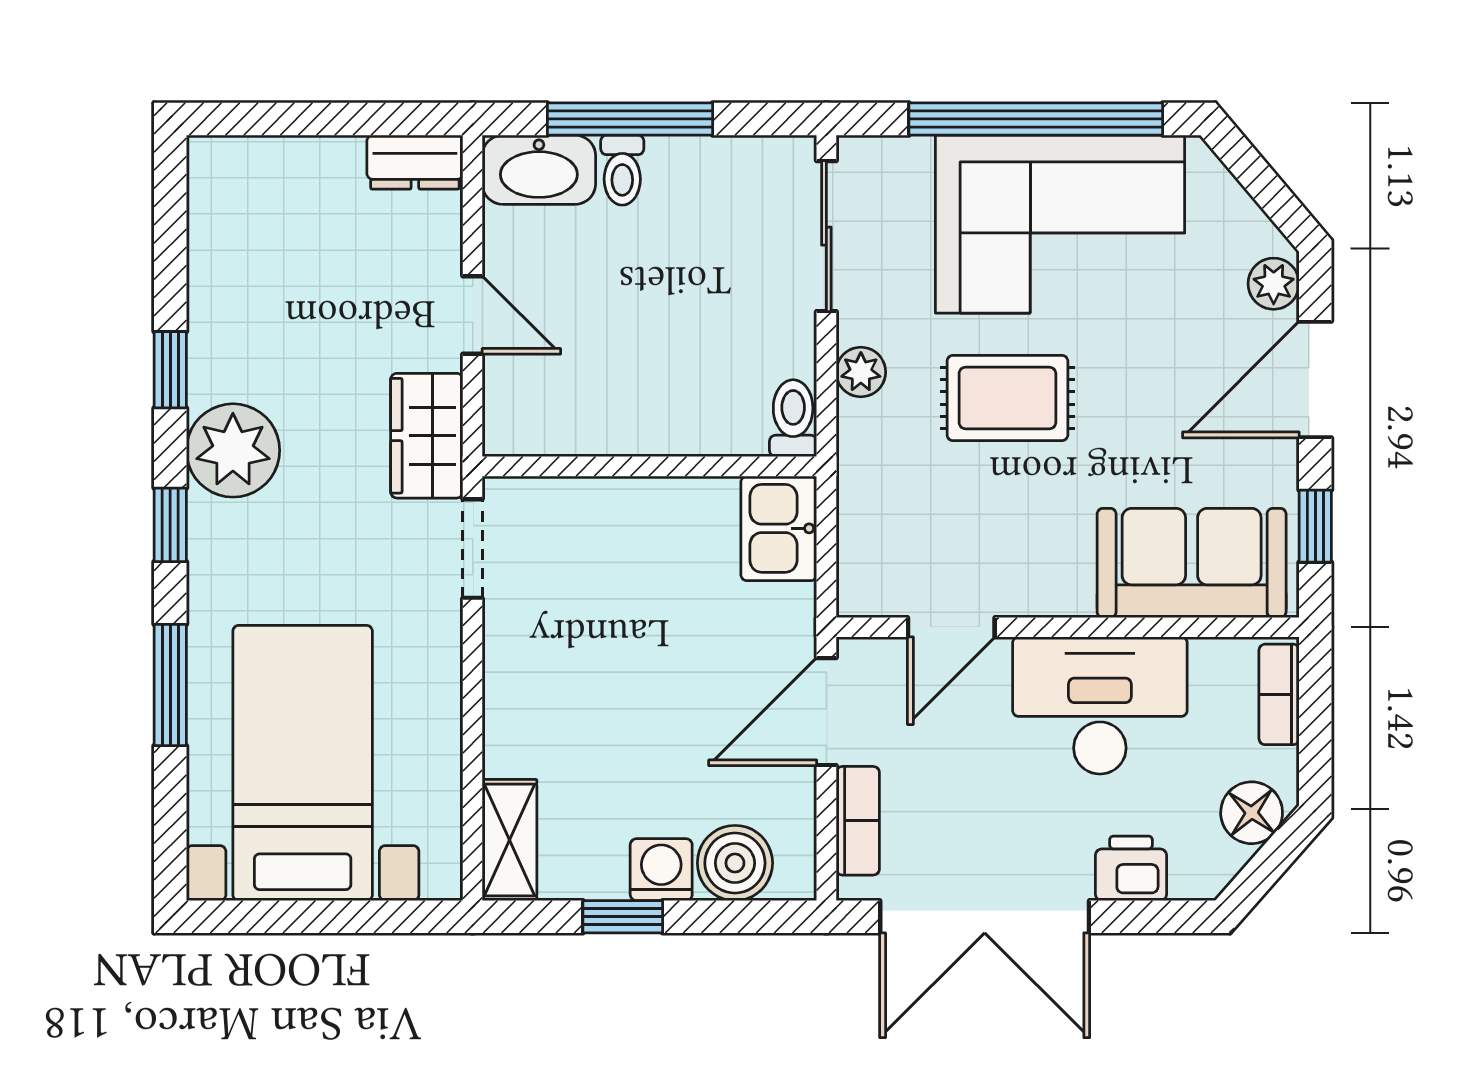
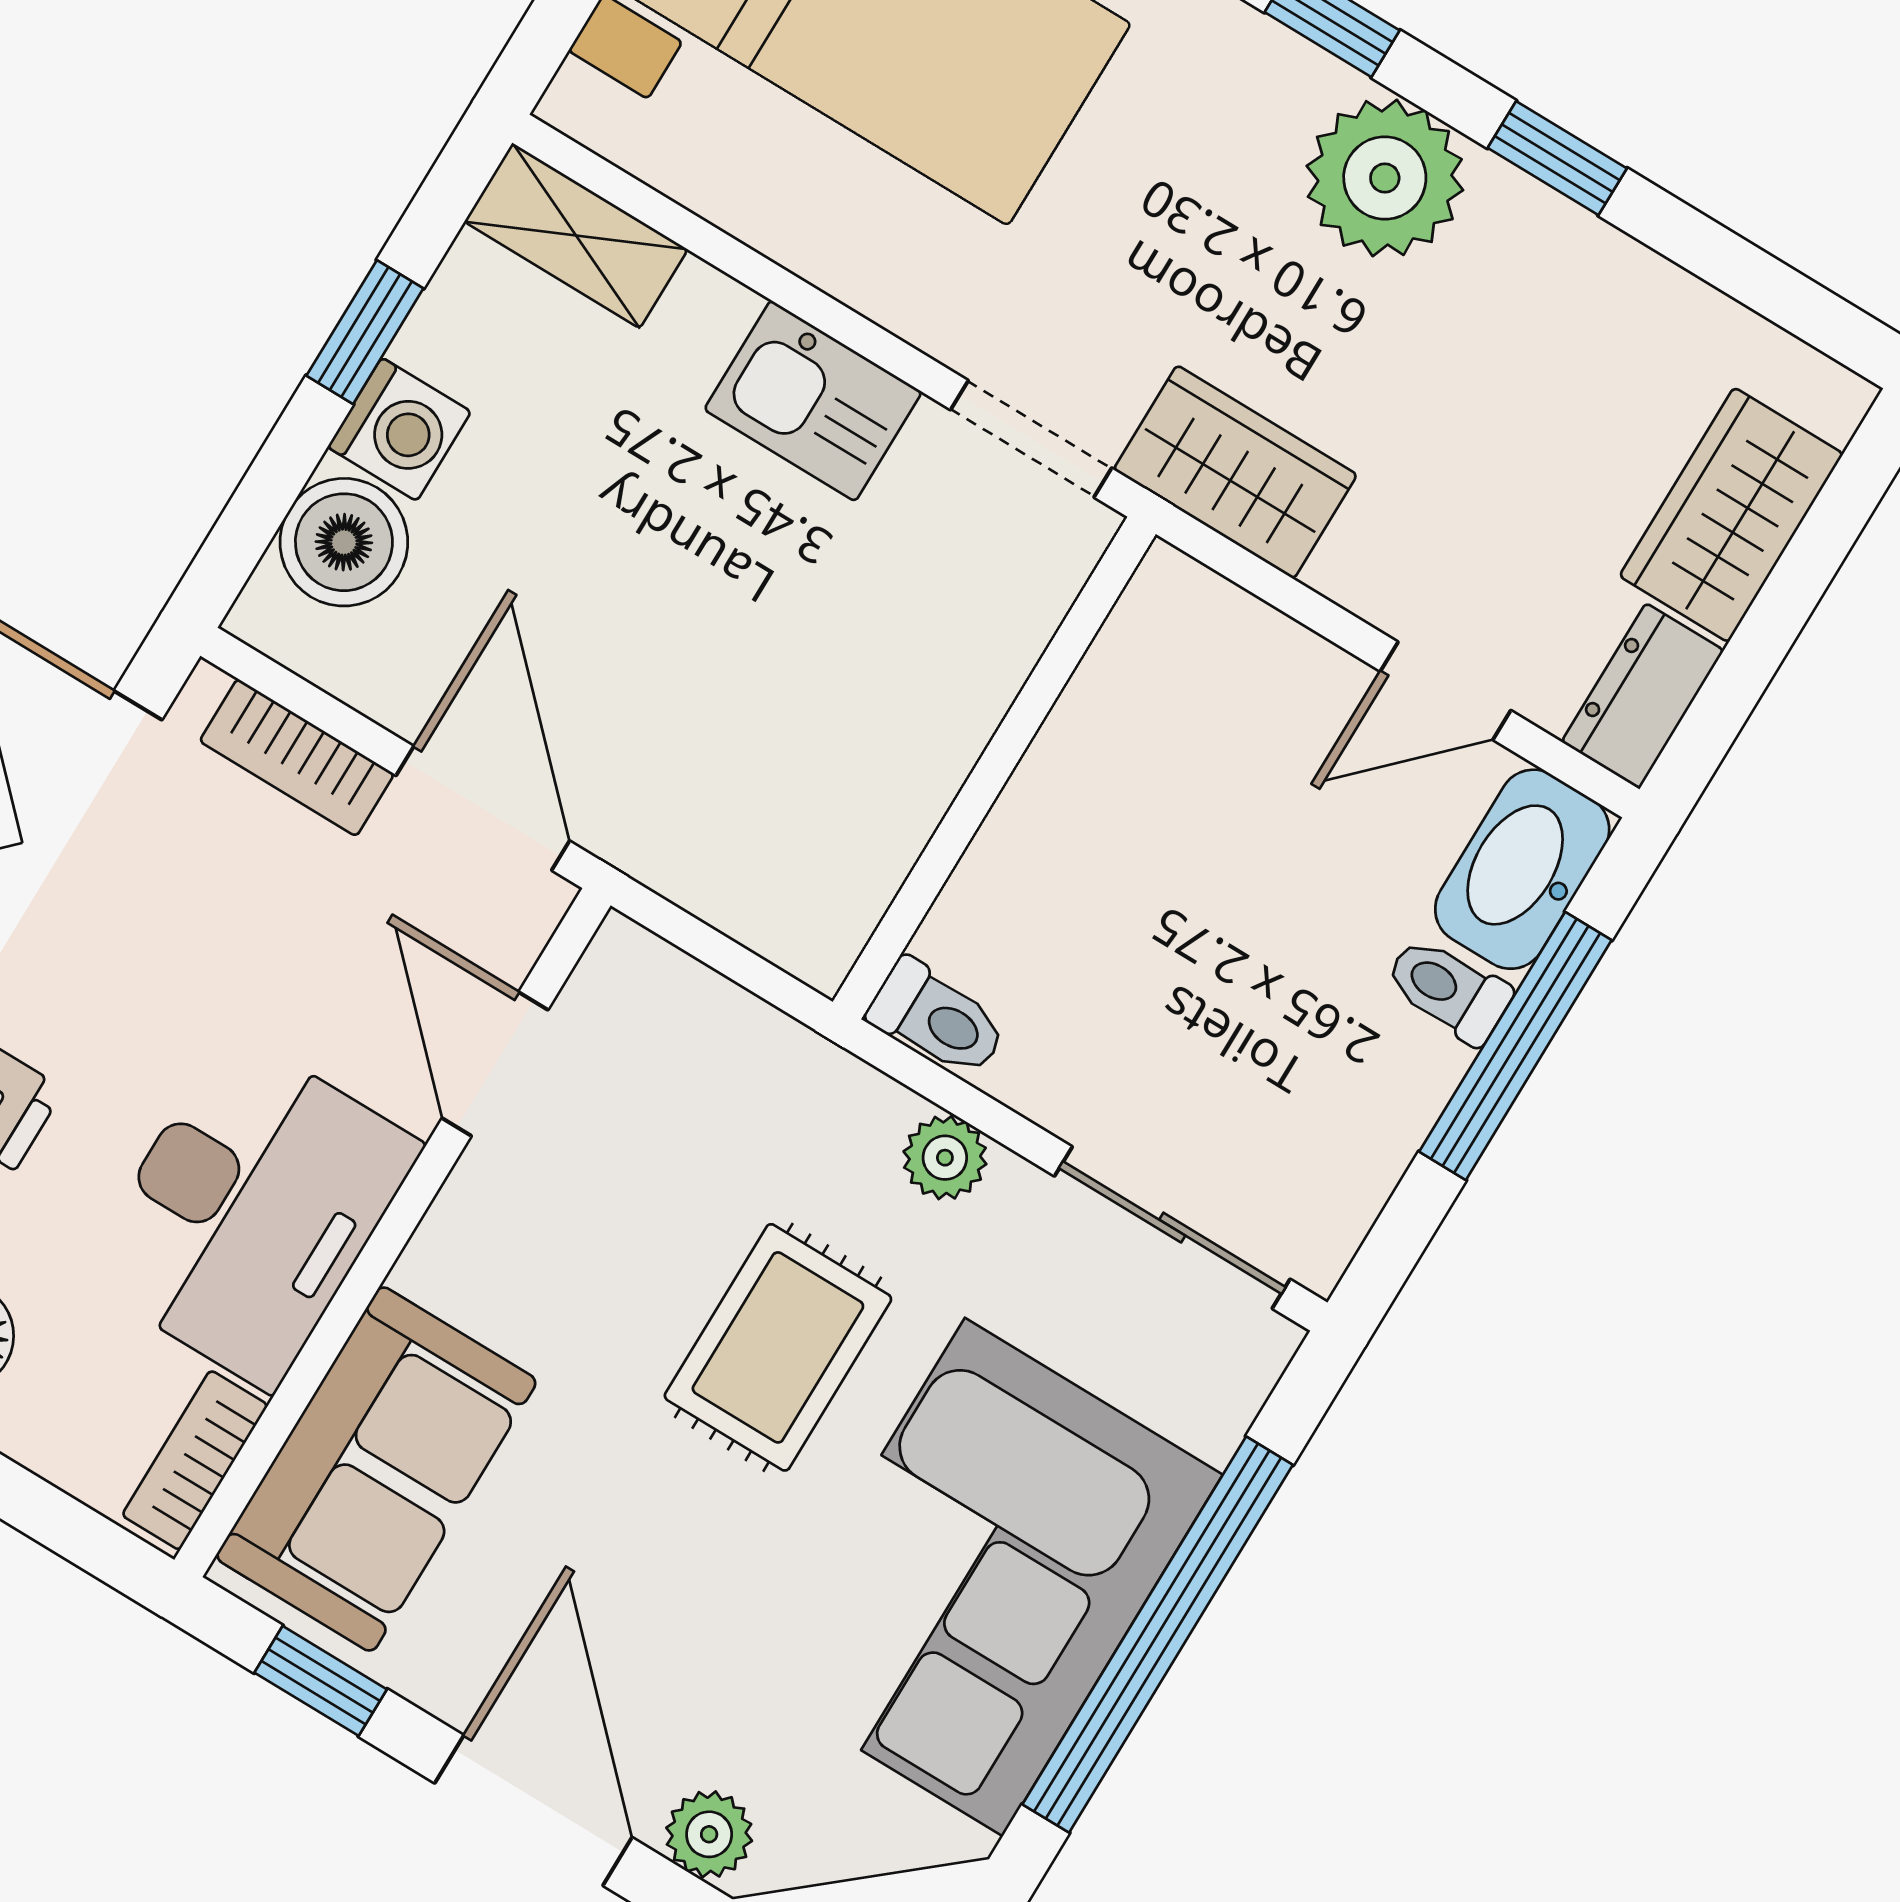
wardrobe: (297, 173) -> (1731, 515), added
door: (473, 315) -> (1445, 691), moved
kitchen sink: (779, 528) -> (813, 401), moved, turned 180
bookcase: (1279, 694) -> (195, 1460), moved, turned -90

